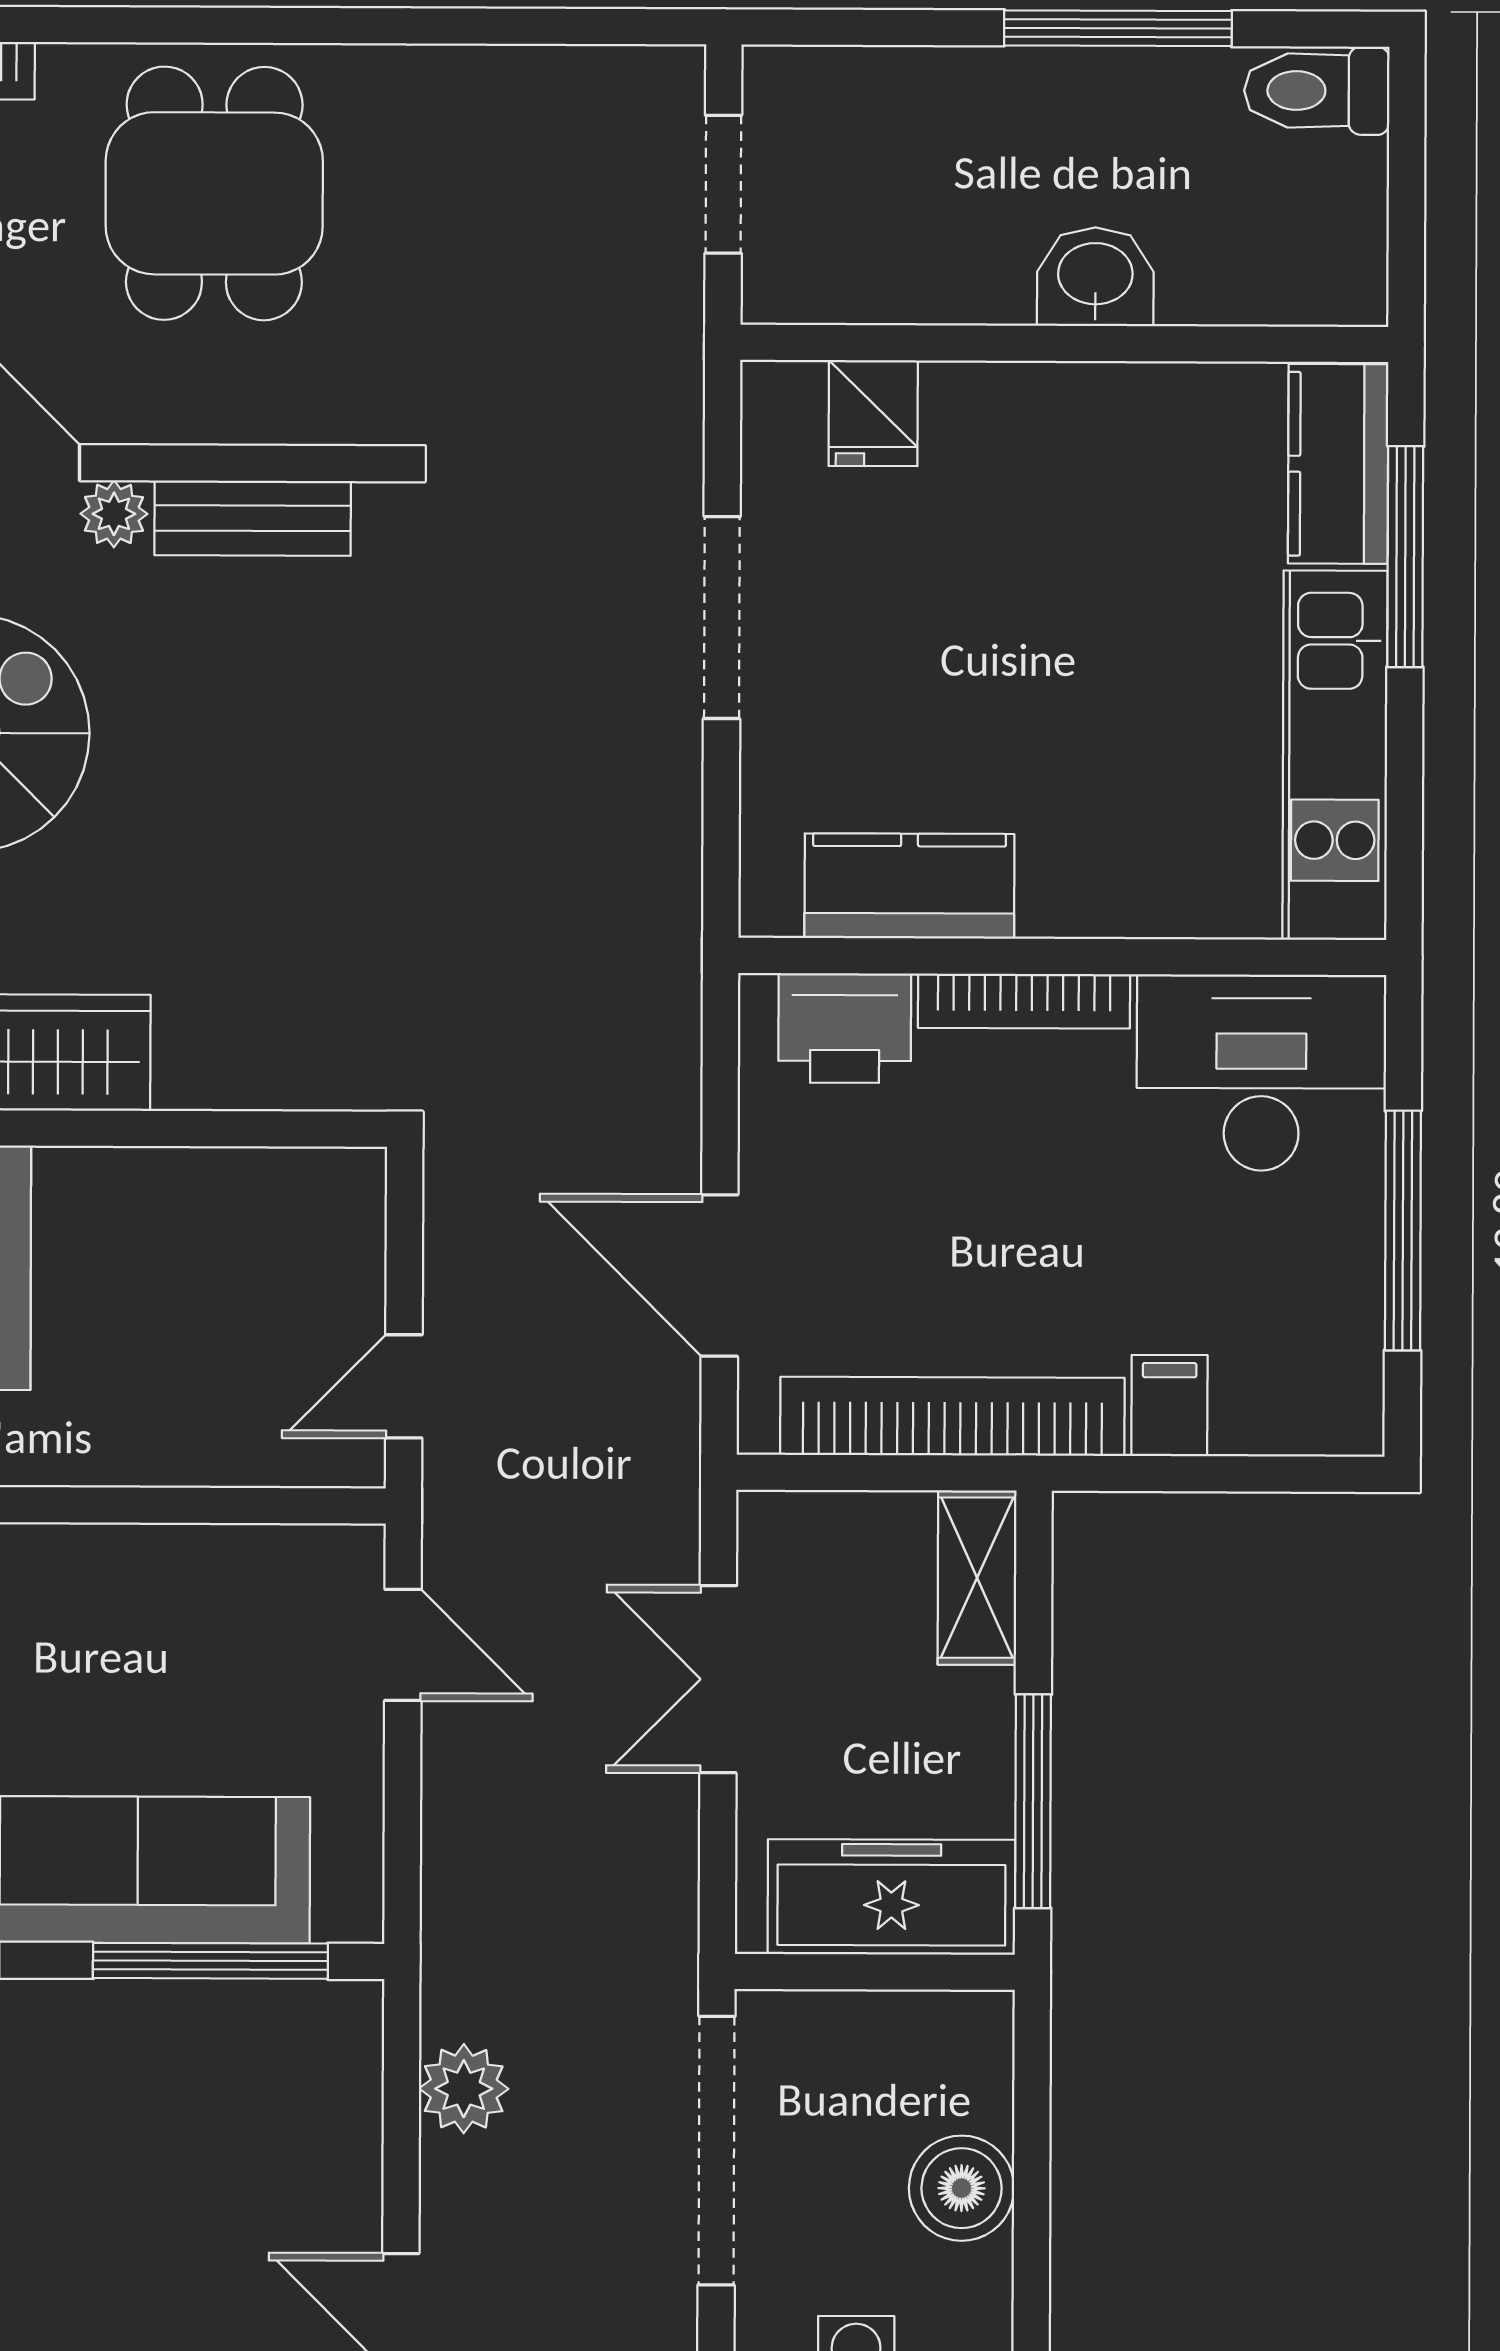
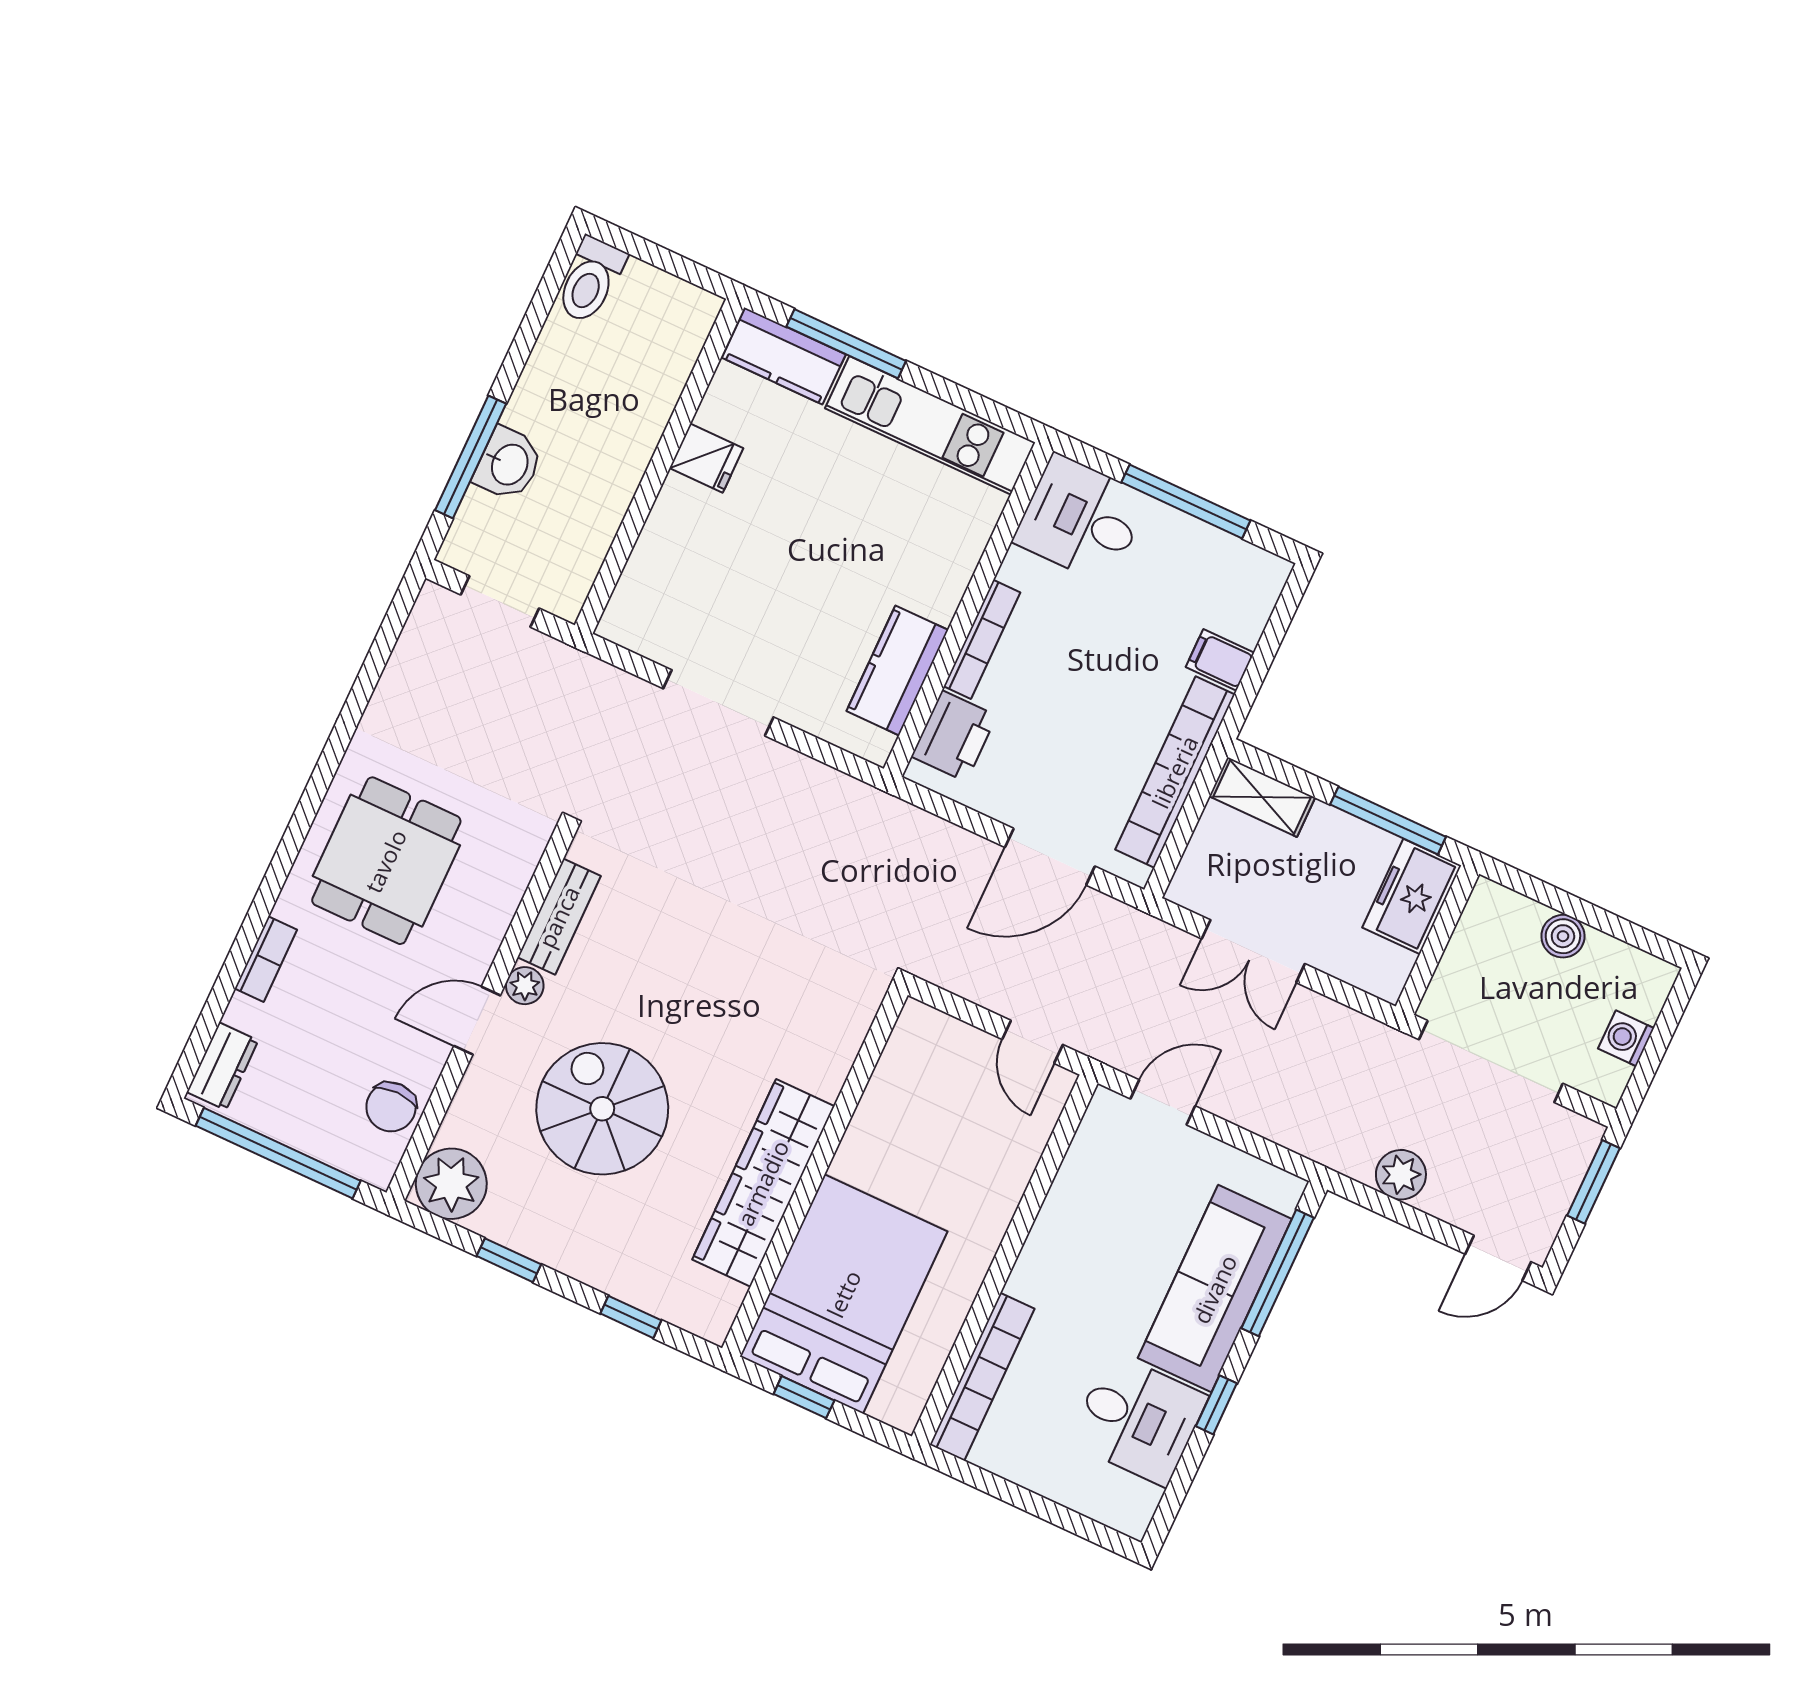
window: (1118, 28) -> (471, 457), moved
dining table: (214, 193) -> (386, 861), turned 90
washbasin: (1095, 277) -> (508, 464), moved, turned 180
fridge: (873, 413) -> (706, 458), moved
desk: (1261, 1073) -> (1081, 519), width x0.73
freezer: (891, 1897) -> (1412, 896), width x0.71
boiler: (962, 2188) -> (1563, 936), width x0.73, depth x0.73

